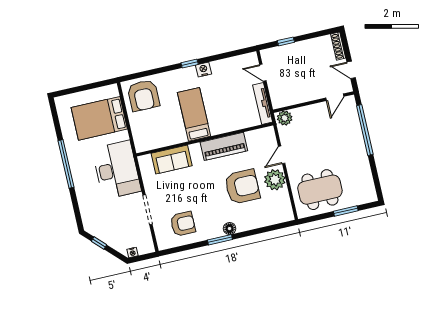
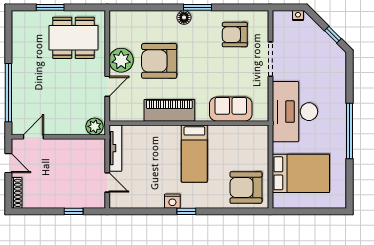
armchair: (143, 95) -> (246, 188), turned -90

